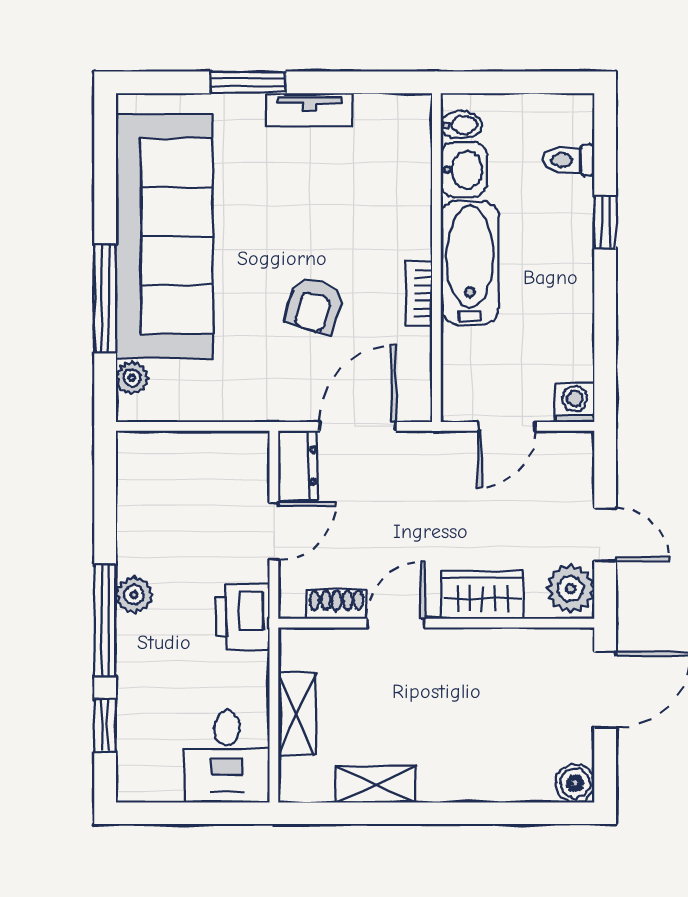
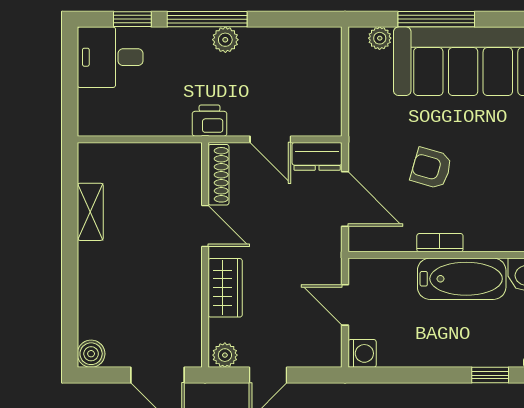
plant: (571, 589) -> (225, 355), width x0.73, depth x0.73
shoe rack: (337, 604) -> (218, 175), width x1.43
printer: (242, 617) -> (210, 121), width x0.73, depth x0.81
shelving: (297, 714) -> (140, 156), removed
desk: (227, 756) -> (110, 57), moved

